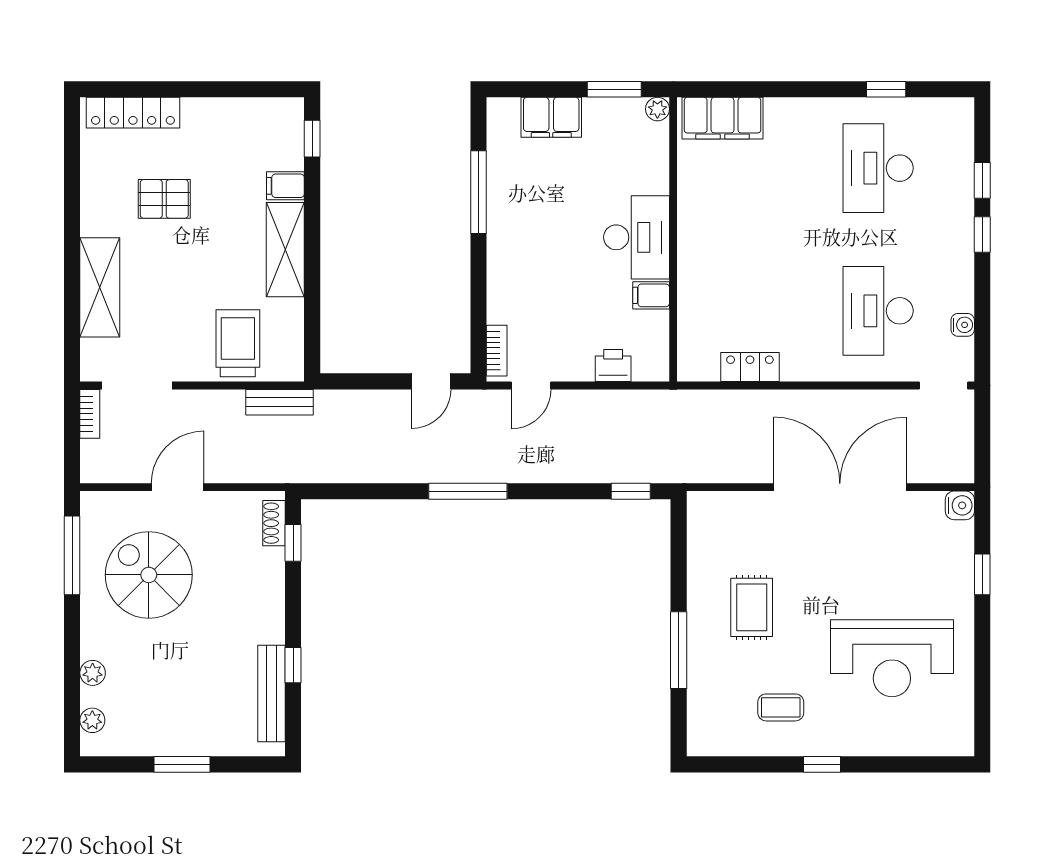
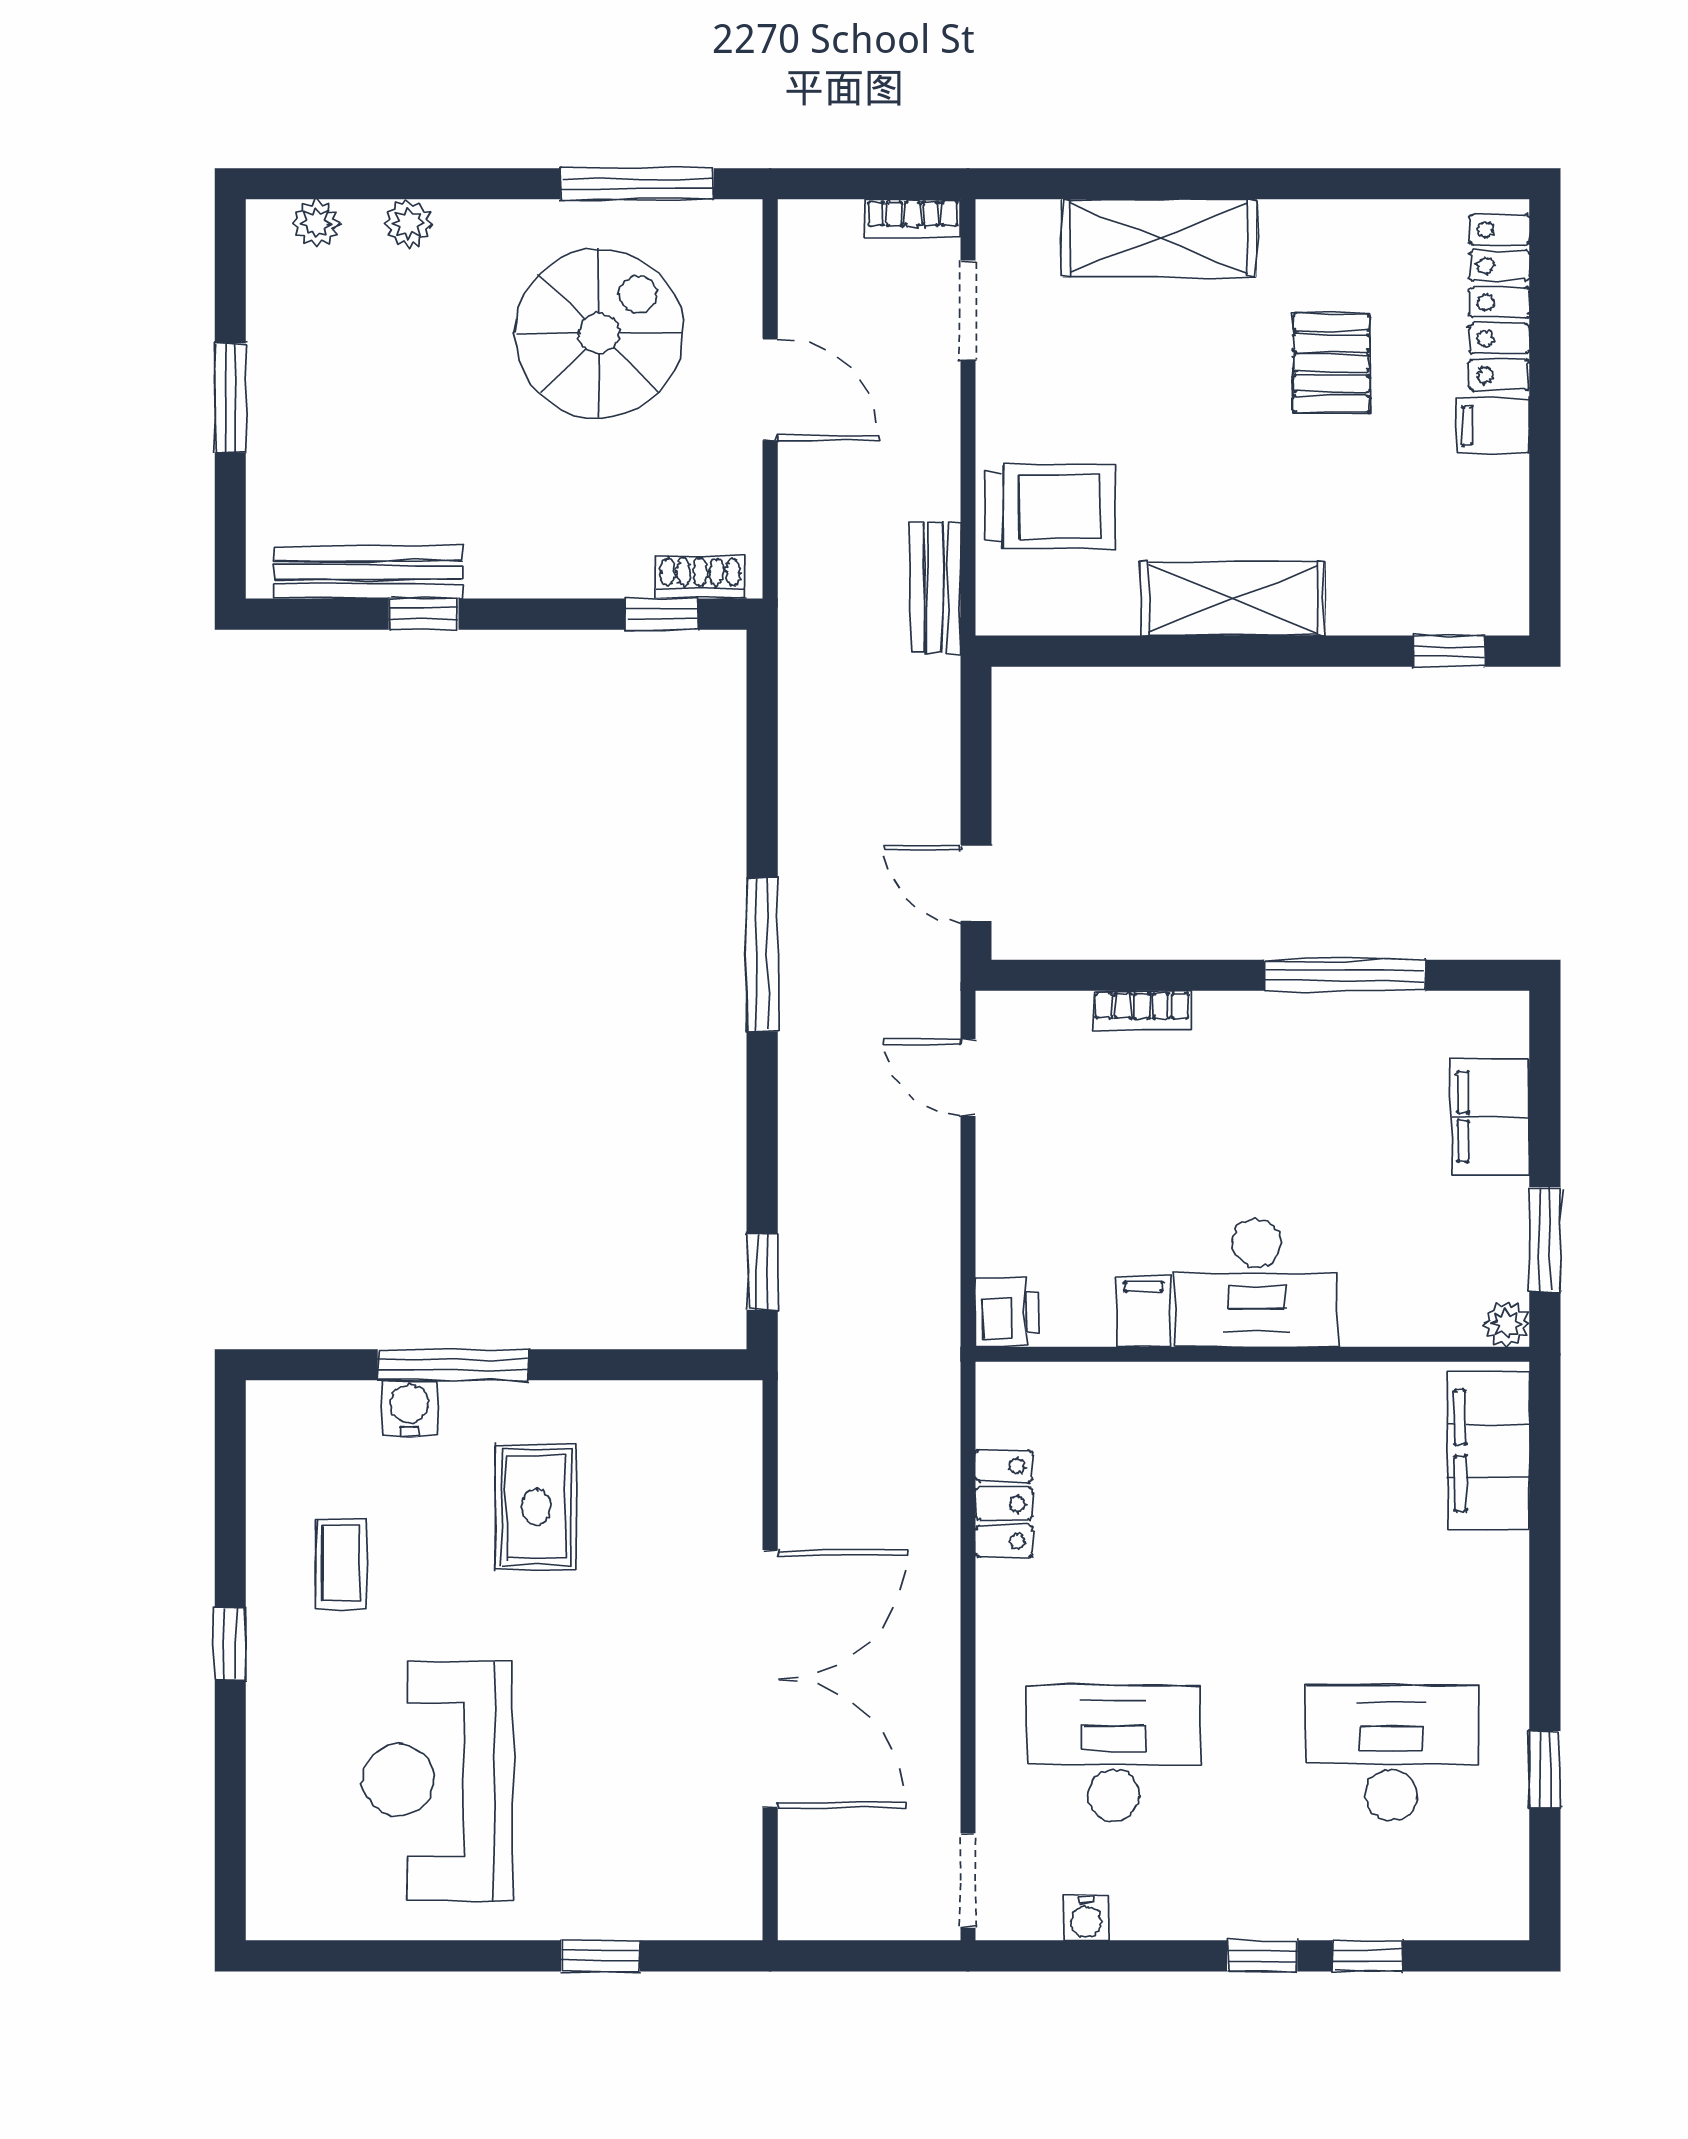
filing cabinet: (285, 186) -> (1493, 426), moved, turned -90
bookcase: (497, 351) -> (1142, 1011), moved
printer: (613, 366) -> (1007, 1312), moved
doorway: (137, 386) -> (968, 310), width x0.73
water cooler: (960, 505) -> (409, 1408), moved, turned 180
rug: (752, 607) -> (536, 1507), turned 90

